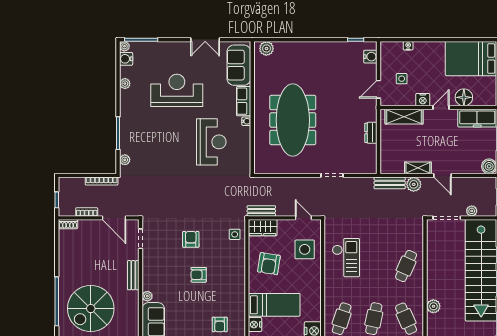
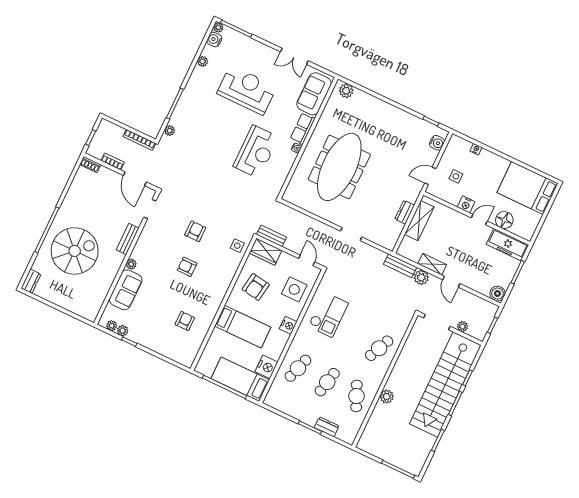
shelving: (404, 117) -> (419, 221), moved, turned 90
spiral stairs: (91, 309) -> (75, 251), turned 180
armchair: (220, 324) -> (185, 321), turned 180
nightstand: (255, 325) -> (288, 325), moved, turned 180

